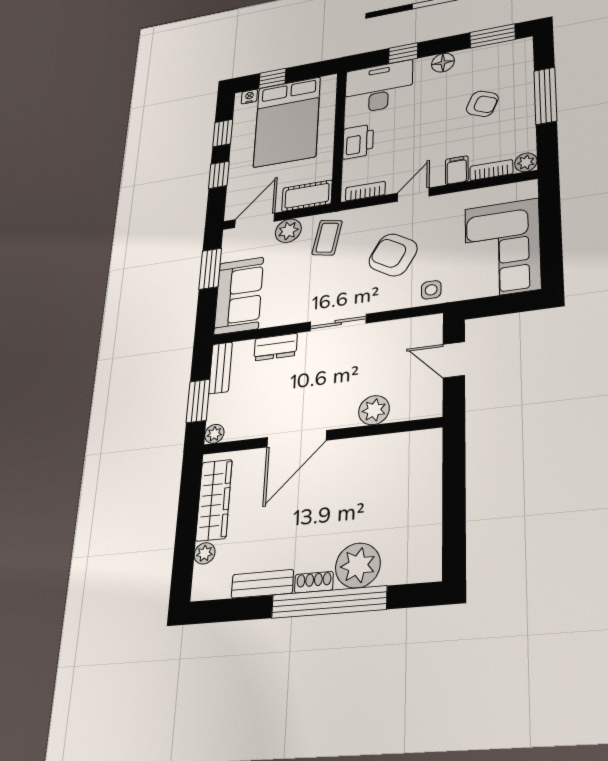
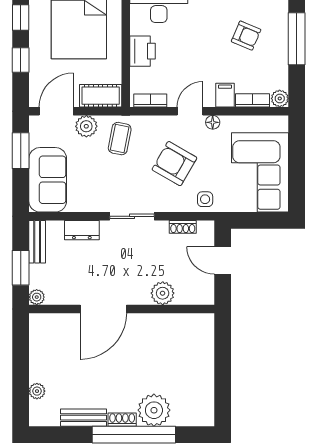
floor lamp: (441, 202) -> (213, 122), added
shoe rack: (402, 326) -> (183, 227), added
wardrobe: (214, 500) -> (41, 351), removed

